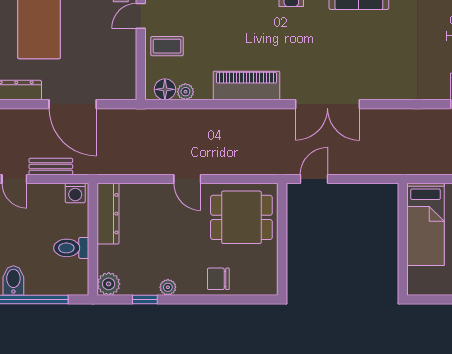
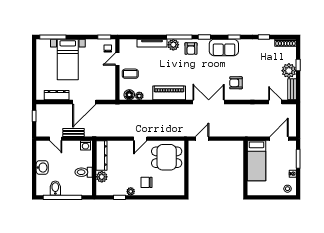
armchair: (384, 65) -> (236, 83), added
door: (73, 104) -> (84, 102), hinge flipped
double door: (327, 104) -> (209, 102), swing flipped
door: (187, 179) -> (140, 139), hinge flipped
chair: (218, 279) -> (146, 182), moved
plant: (109, 284) -> (102, 177), moved

